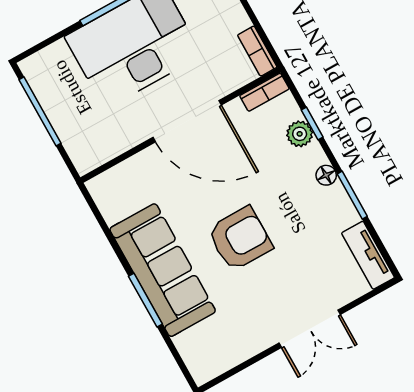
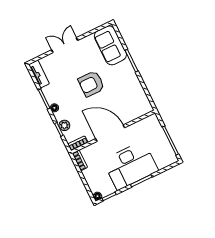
sofa: (163, 270) -> (110, 45), moved, width x0.73

